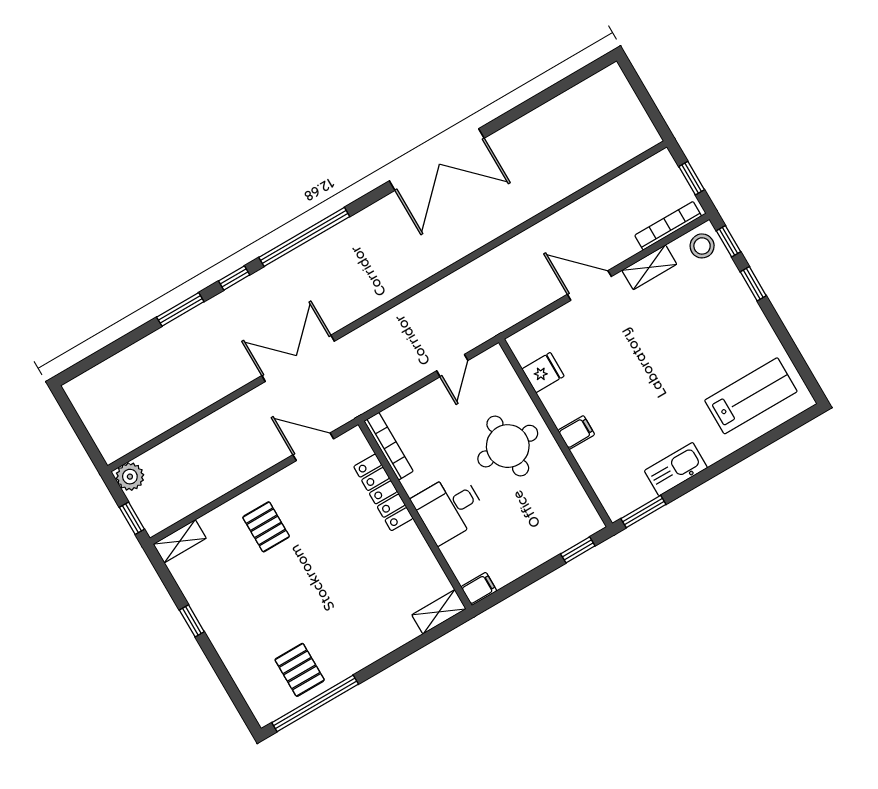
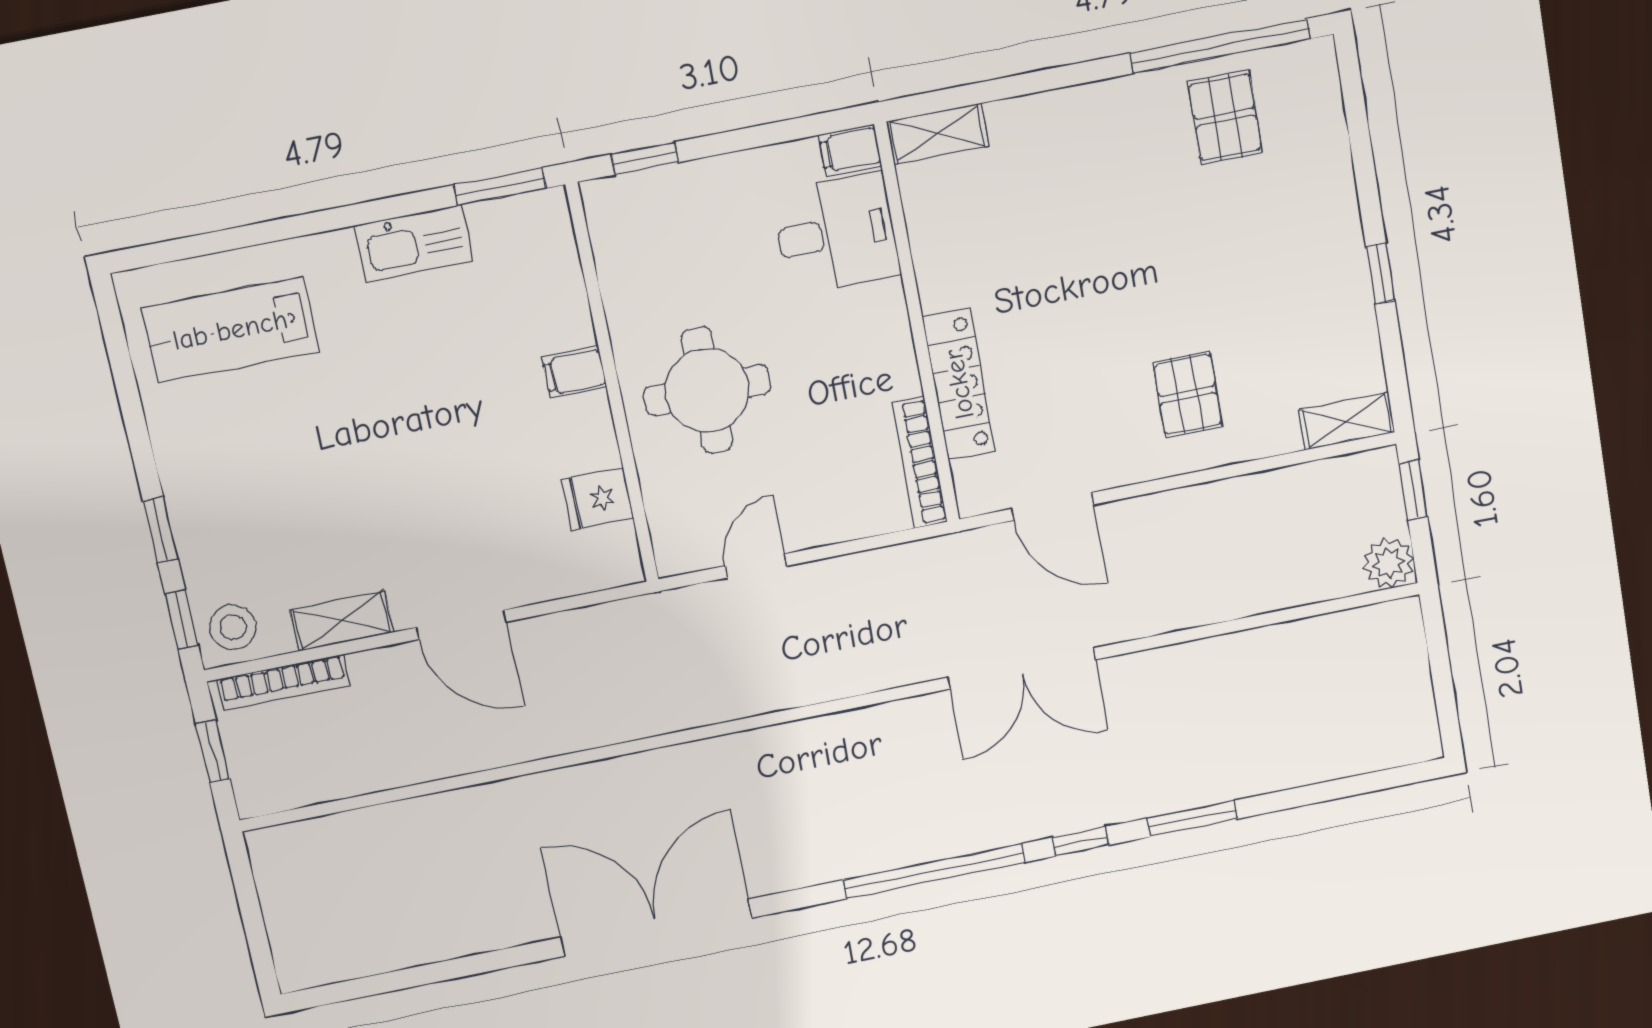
desk: (449, 508) -> (836, 233), moved

